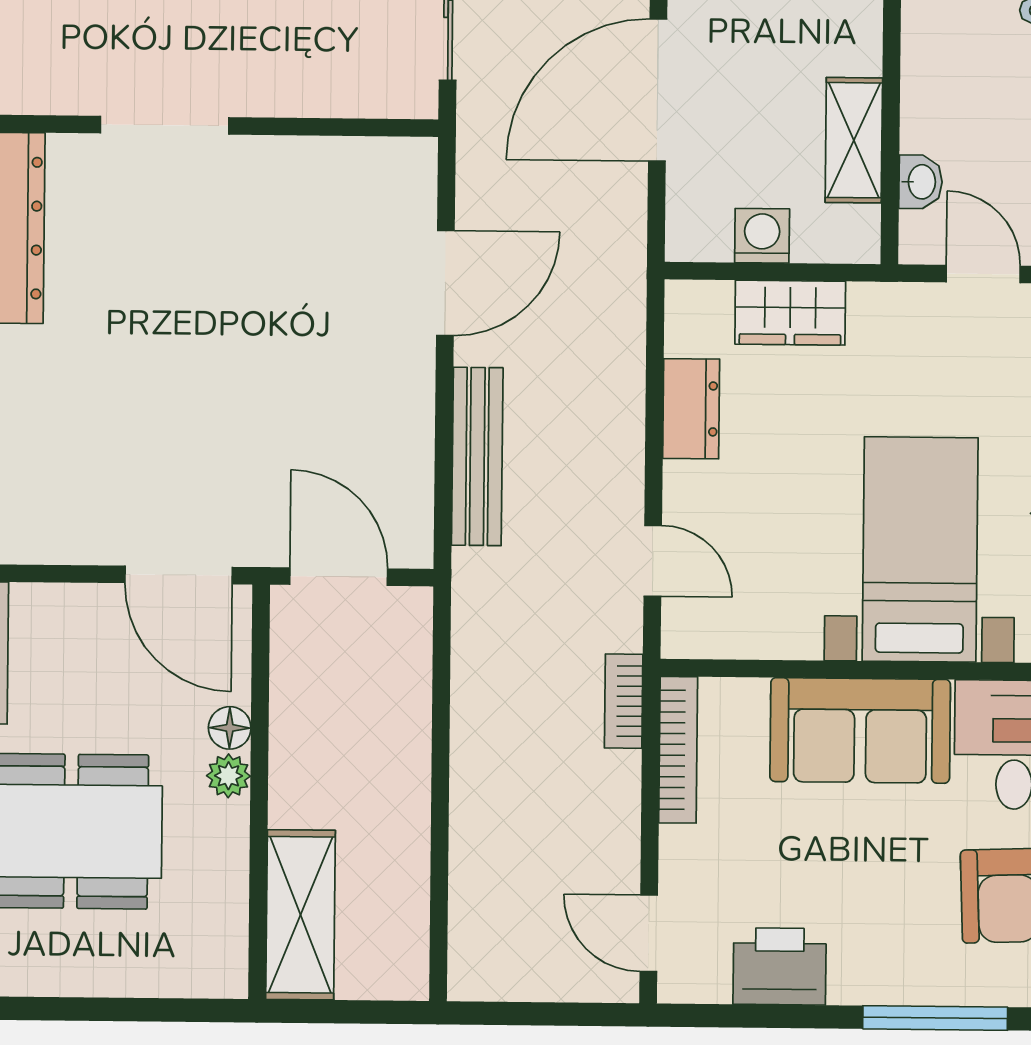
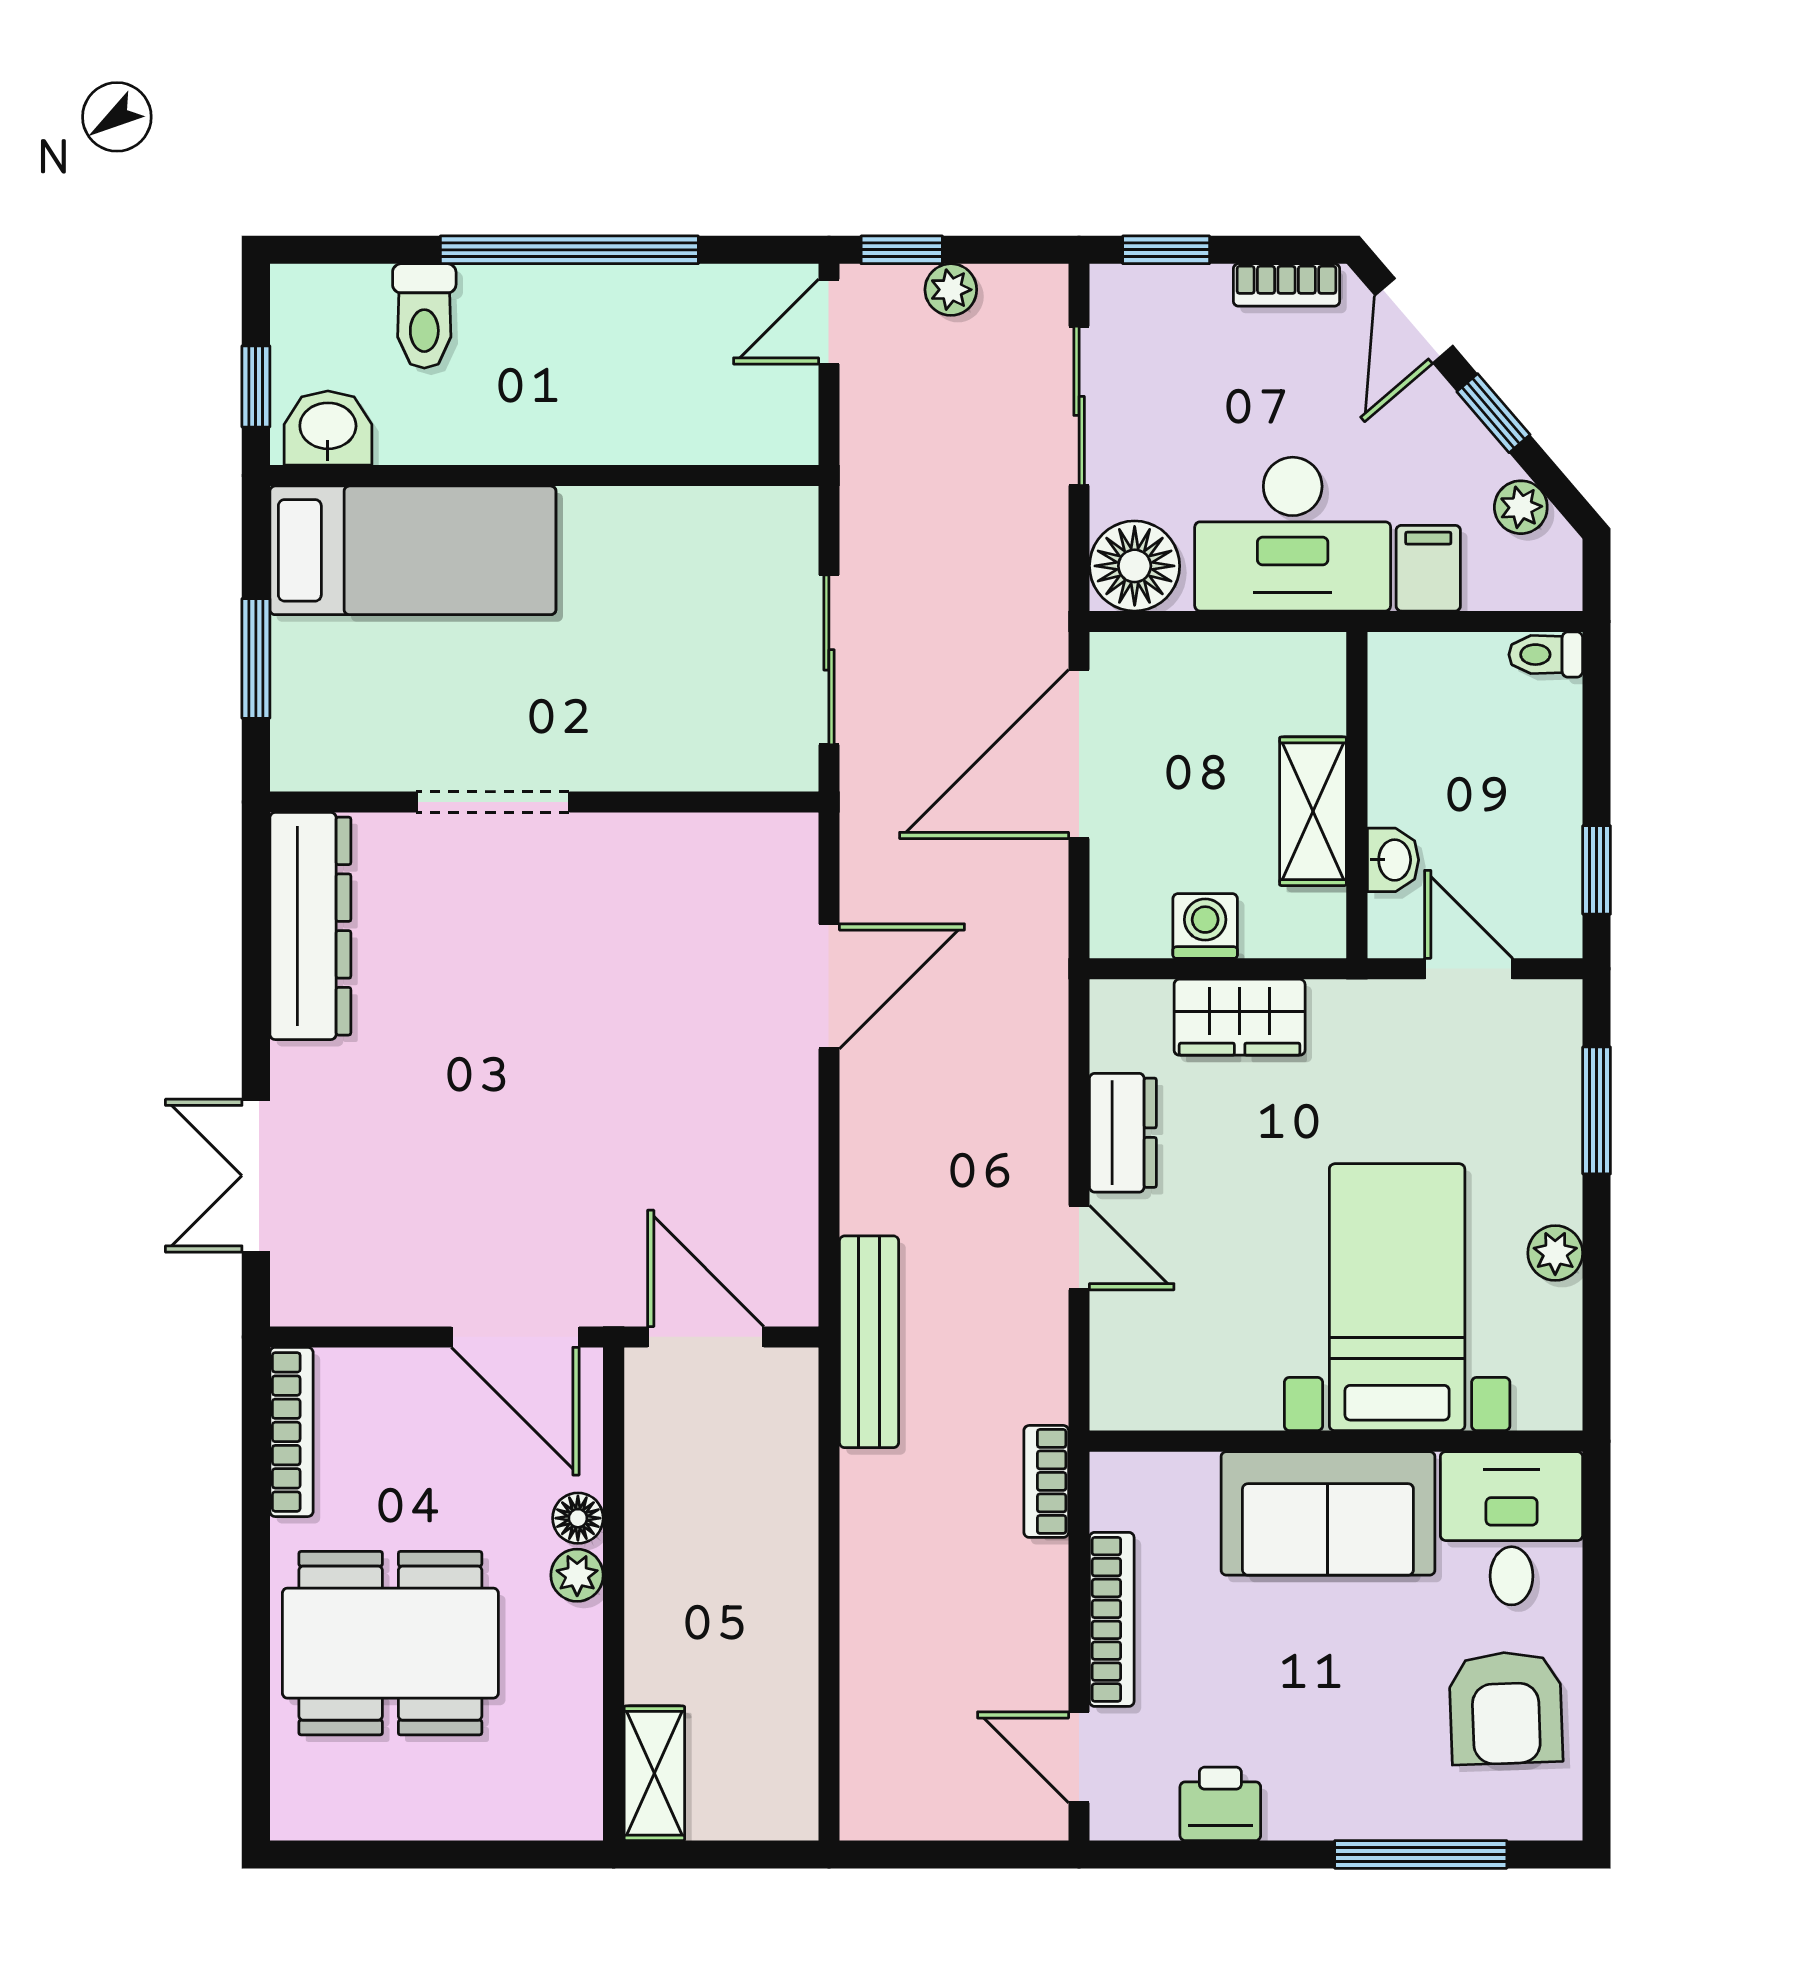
bench: (477, 456) -> (869, 1342), moved
door: (653, 561) -> (1079, 1248), moved
bookcase: (678, 750) -> (1112, 1619), moved
shelving: (300, 915) -> (654, 1773), width x0.67, depth x0.75
printer: (780, 966) -> (1220, 1804), width x0.73, depth x0.81

